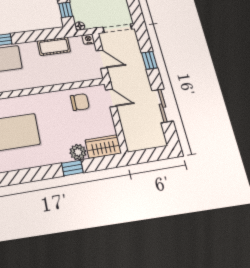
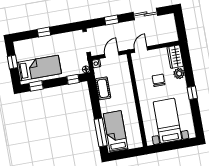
chair: (80, 102) -> (159, 80), moved
window: (72, 168) -> (192, 93), moved

